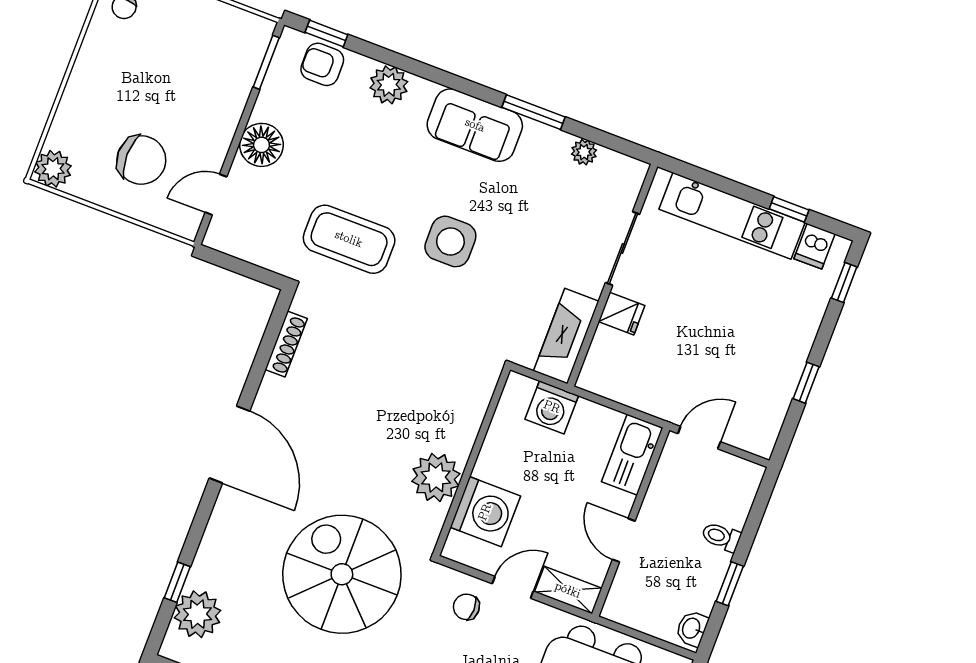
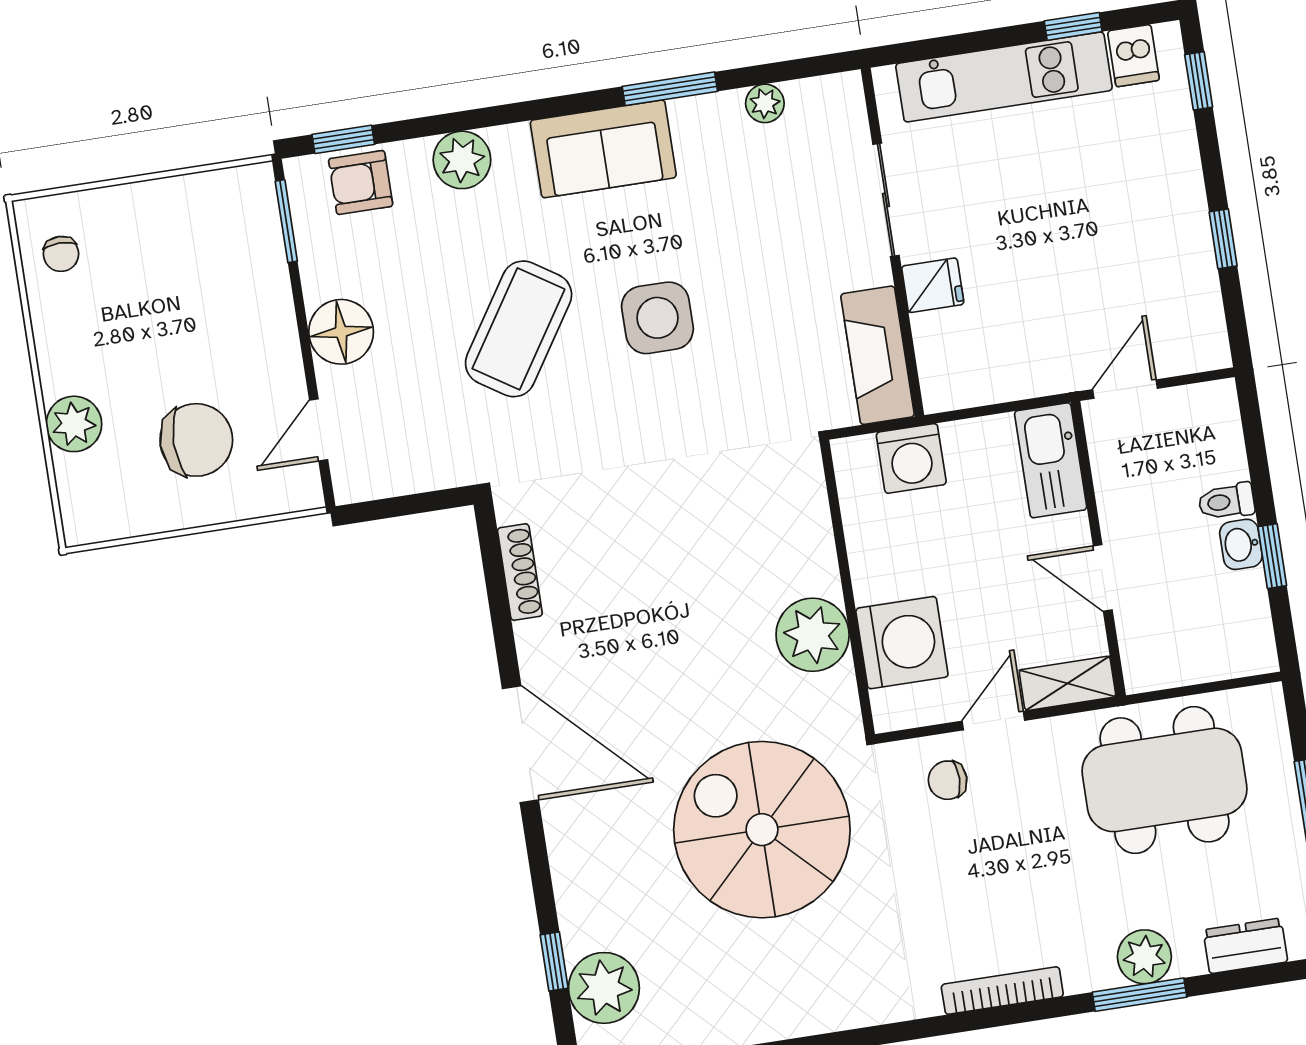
plant: (53, 169) -> (74, 424), moved
coffee table: (349, 239) -> (519, 329), moved, turned -57
washbasin: (692, 628) -> (1241, 544), moved

